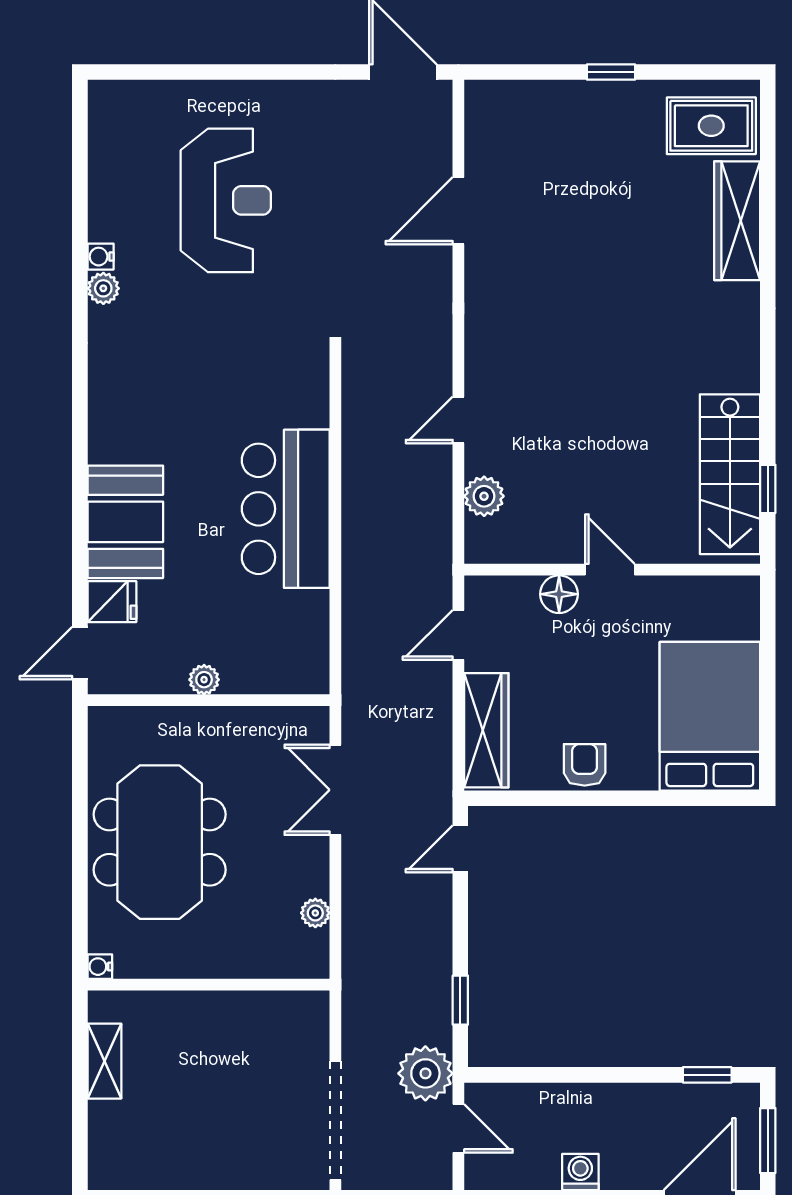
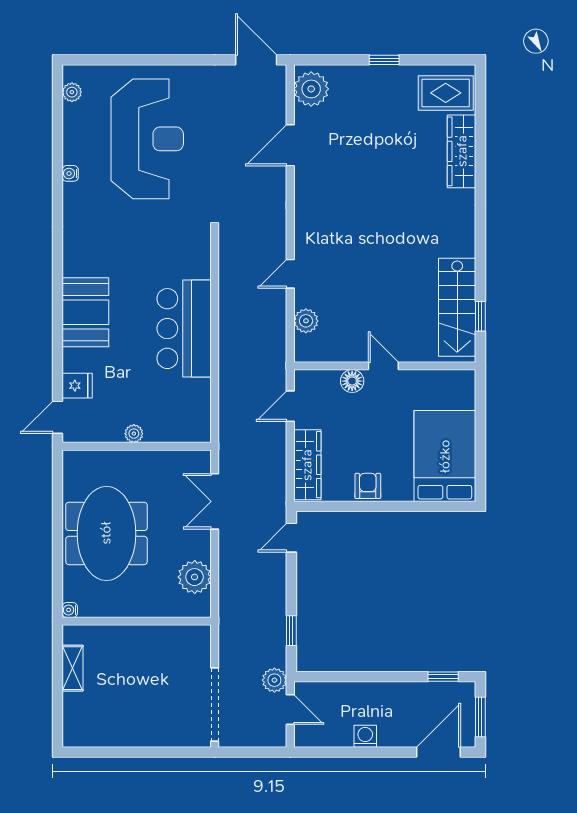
plant: (492, 119) -> (311, 89), added
reception desk: (226, 200) -> (147, 139), width x1.36, depth x1.30
plant: (103, 288) -> (72, 92), moved
booth: (125, 522) -> (85, 312), moved
plant: (315, 913) -> (195, 577), width x1.87, depth x1.87
plant: (425, 1073) -> (274, 680), width x0.73, depth x0.73

